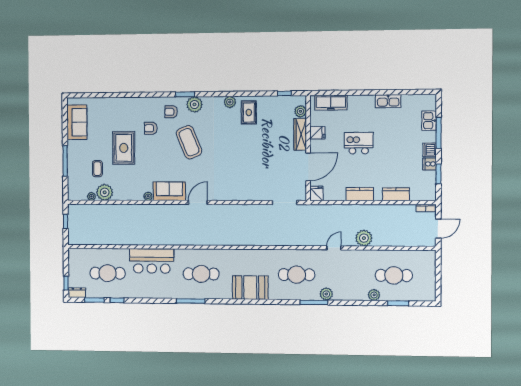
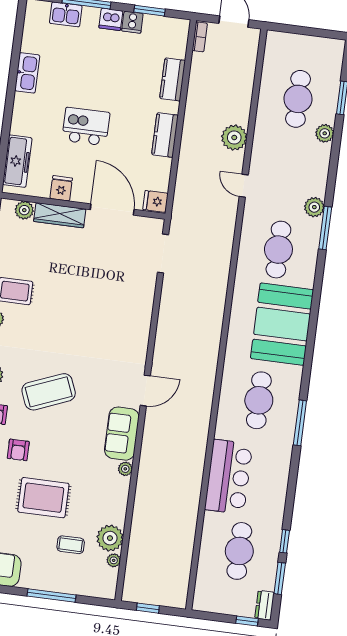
kitchen island: (359, 143) -> (86, 126), turned 90
door: (198, 202) -> (145, 391), swing flipped
booth: (250, 288) -> (282, 324), width x1.36, depth x1.42

